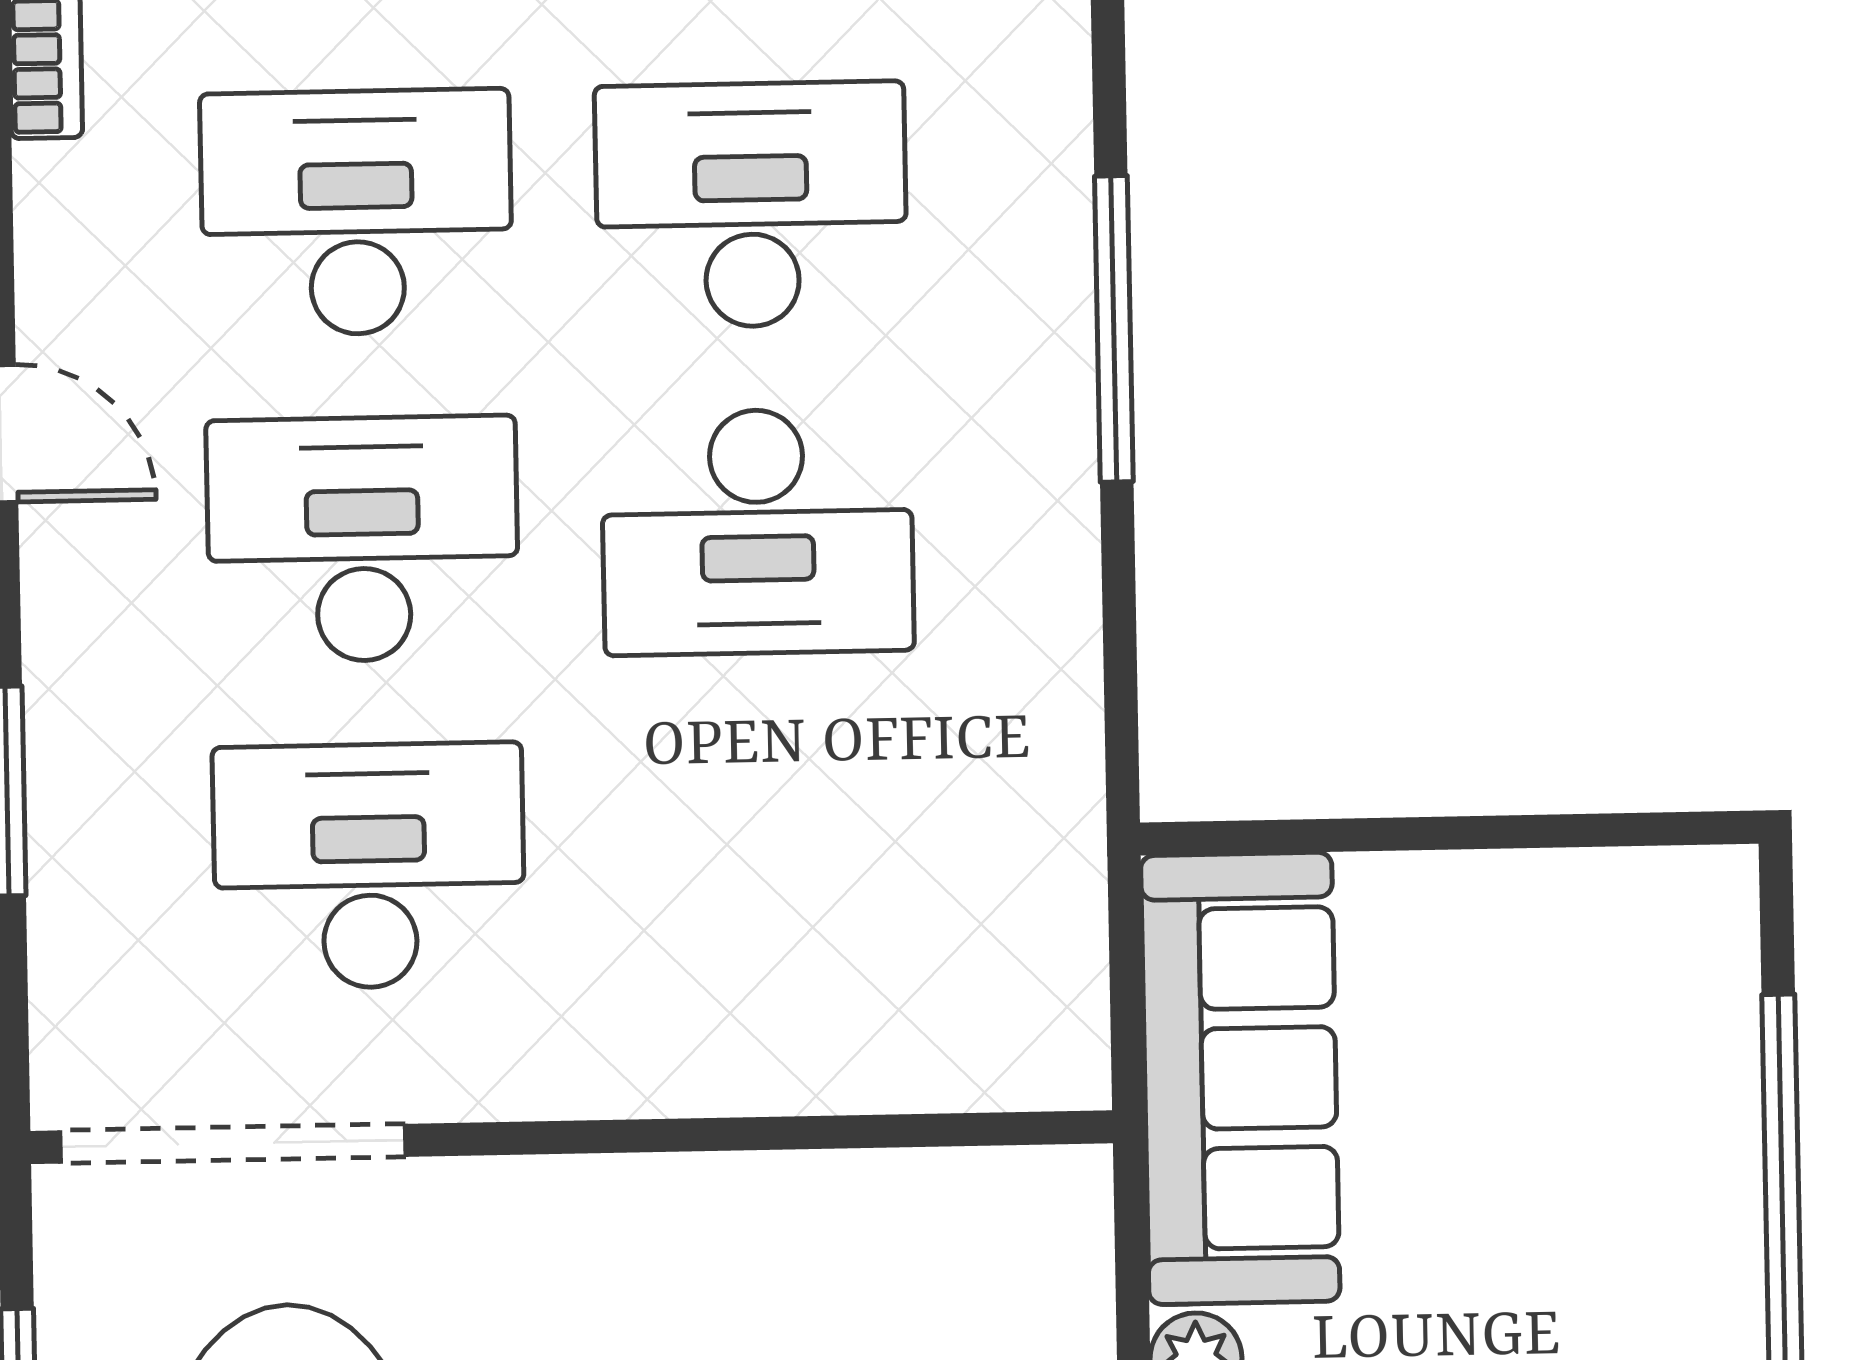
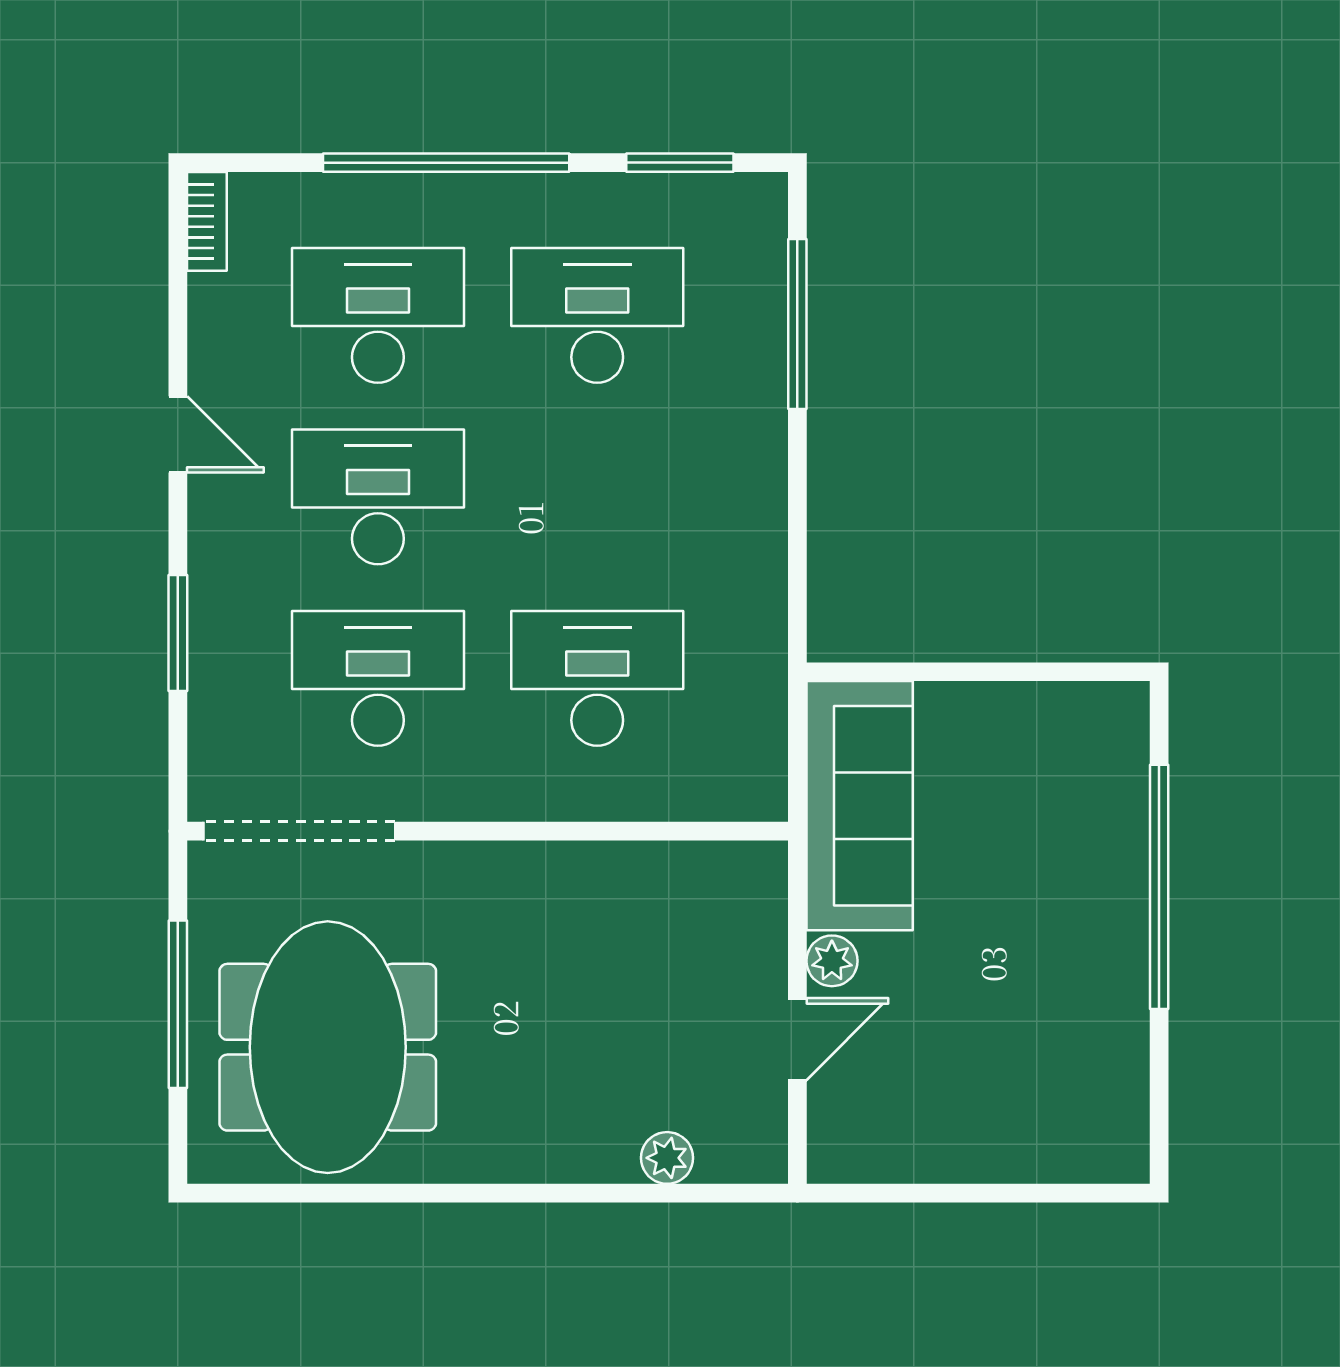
window: (1114, 329) -> (797, 324), moved
desk: (757, 532) -> (597, 678), moved, turned 180

